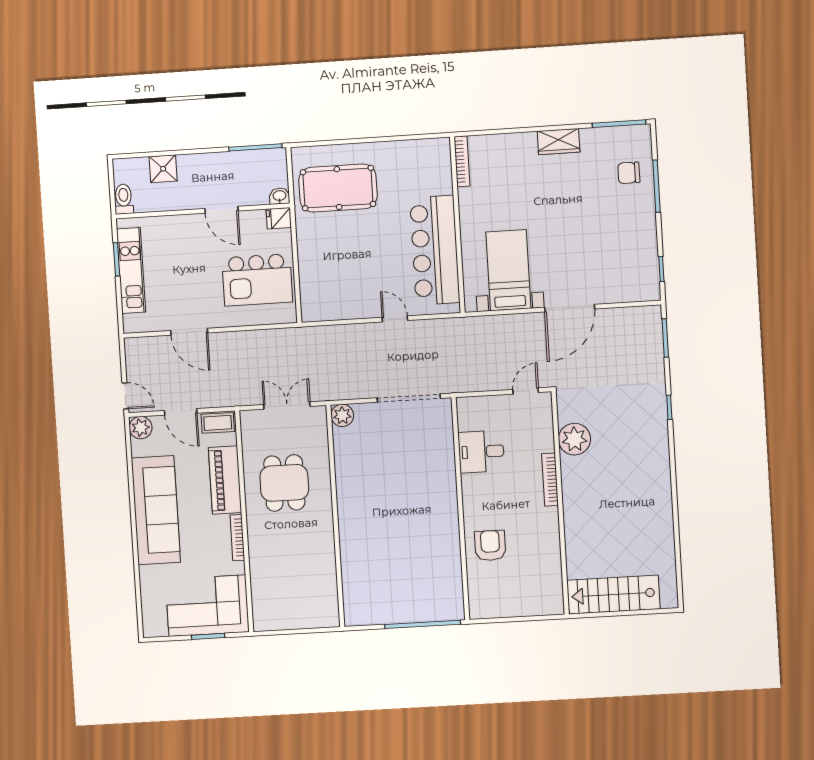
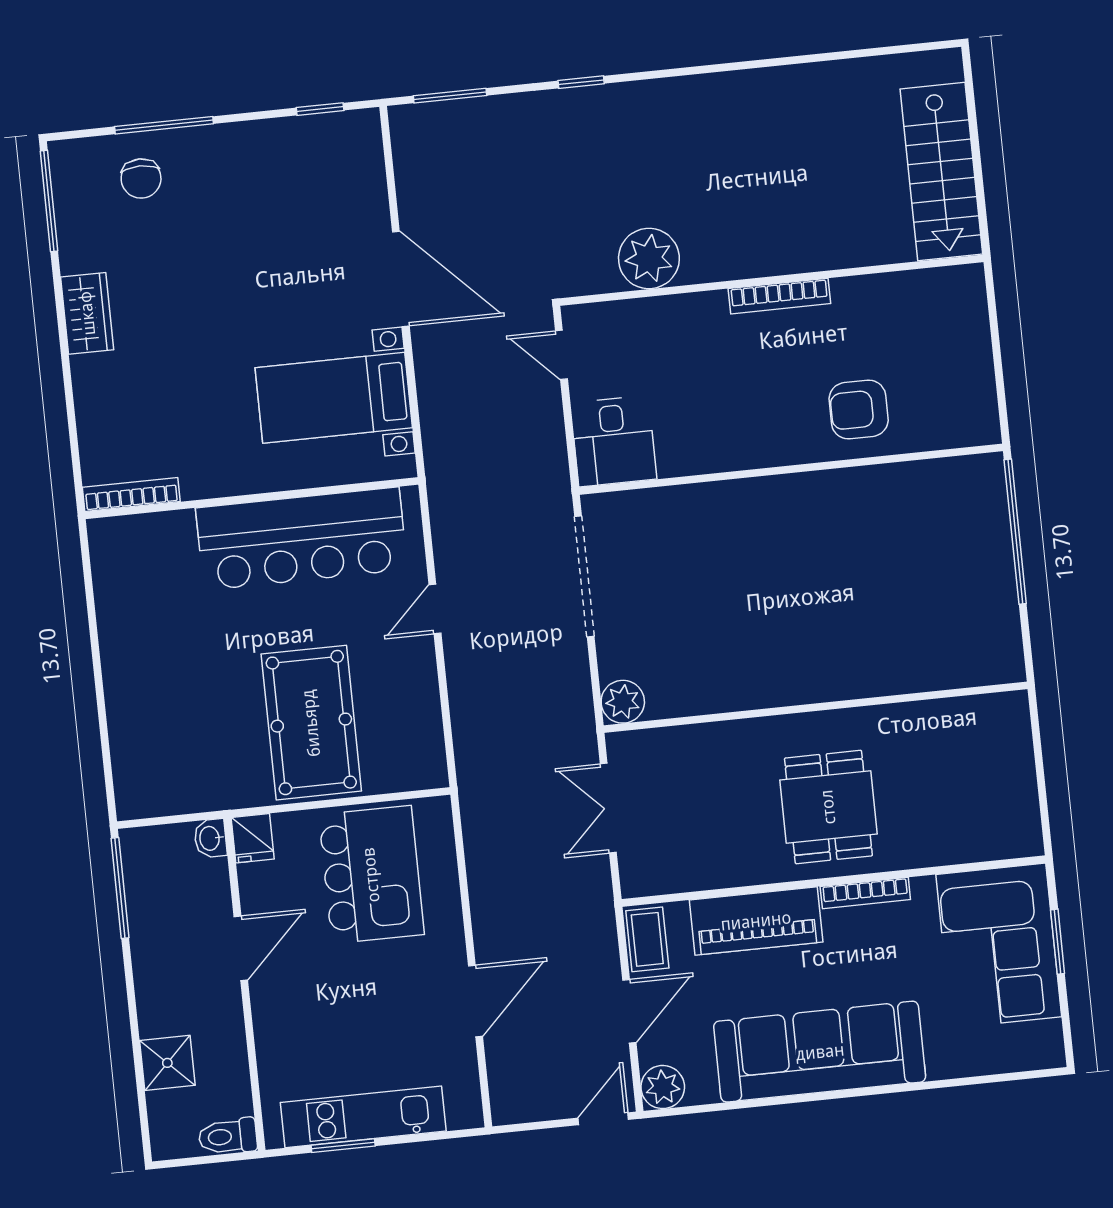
pool table: (338, 188) -> (311, 723), moved
desk: (481, 452) -> (614, 441), moved
bookcase: (550, 480) -> (779, 296), moved
dining table: (284, 483) -> (828, 807), moved, turned 90

